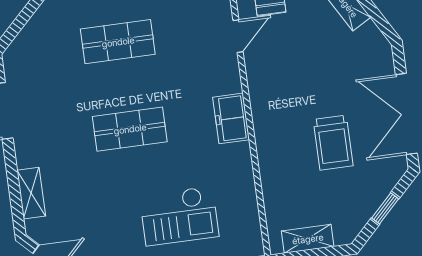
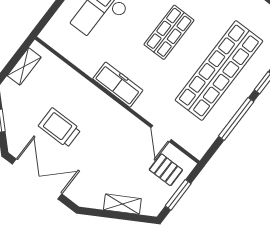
shop shelf: (118, 42) -> (219, 70), width x2.00, depth x1.36
freezer: (231, 118) -> (118, 85), width x1.40

